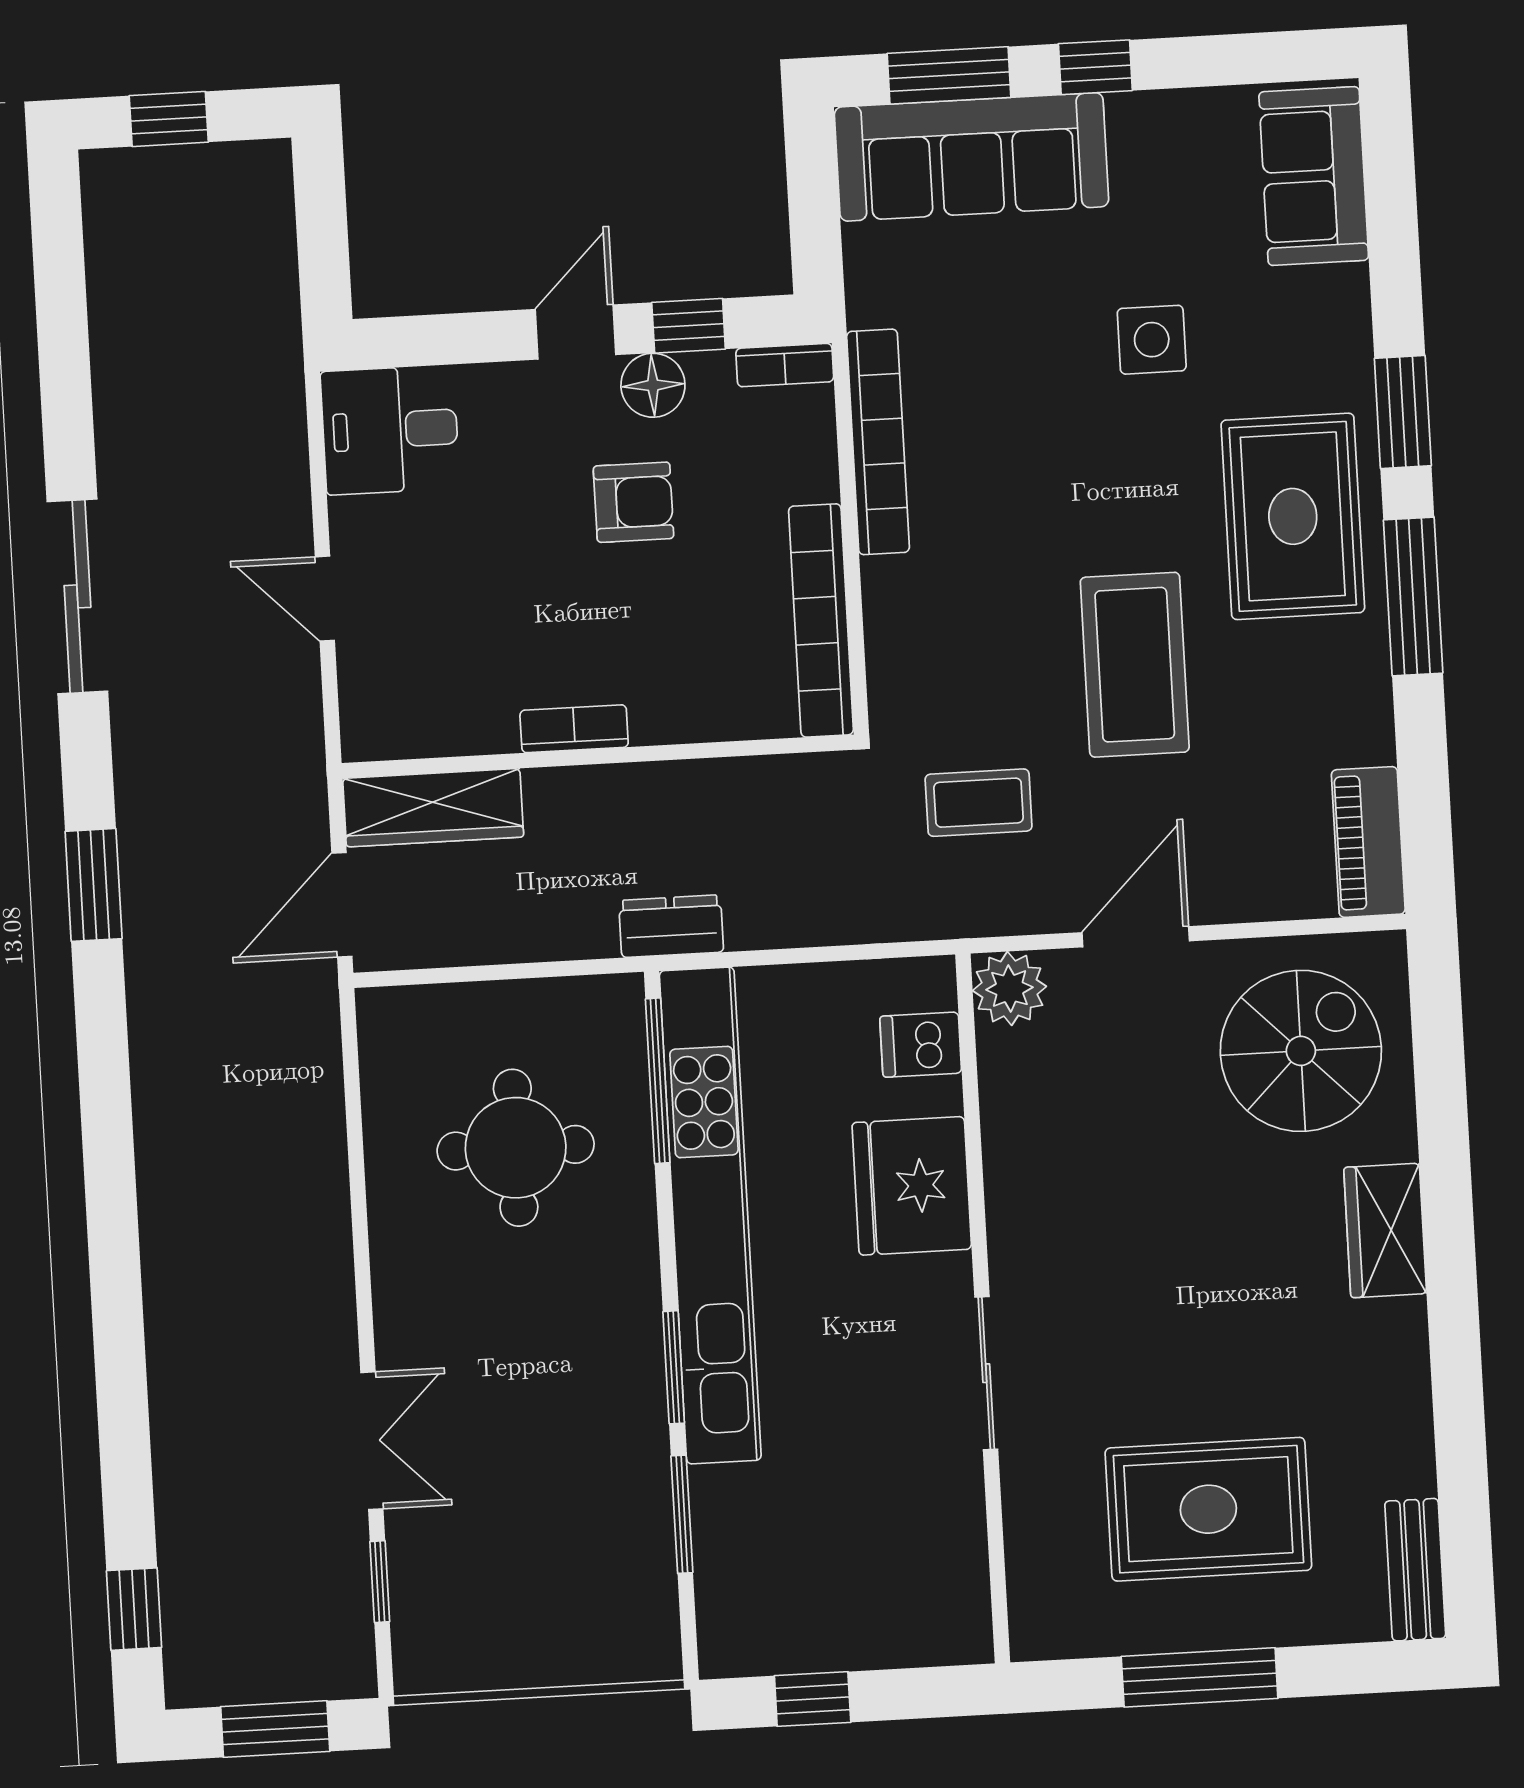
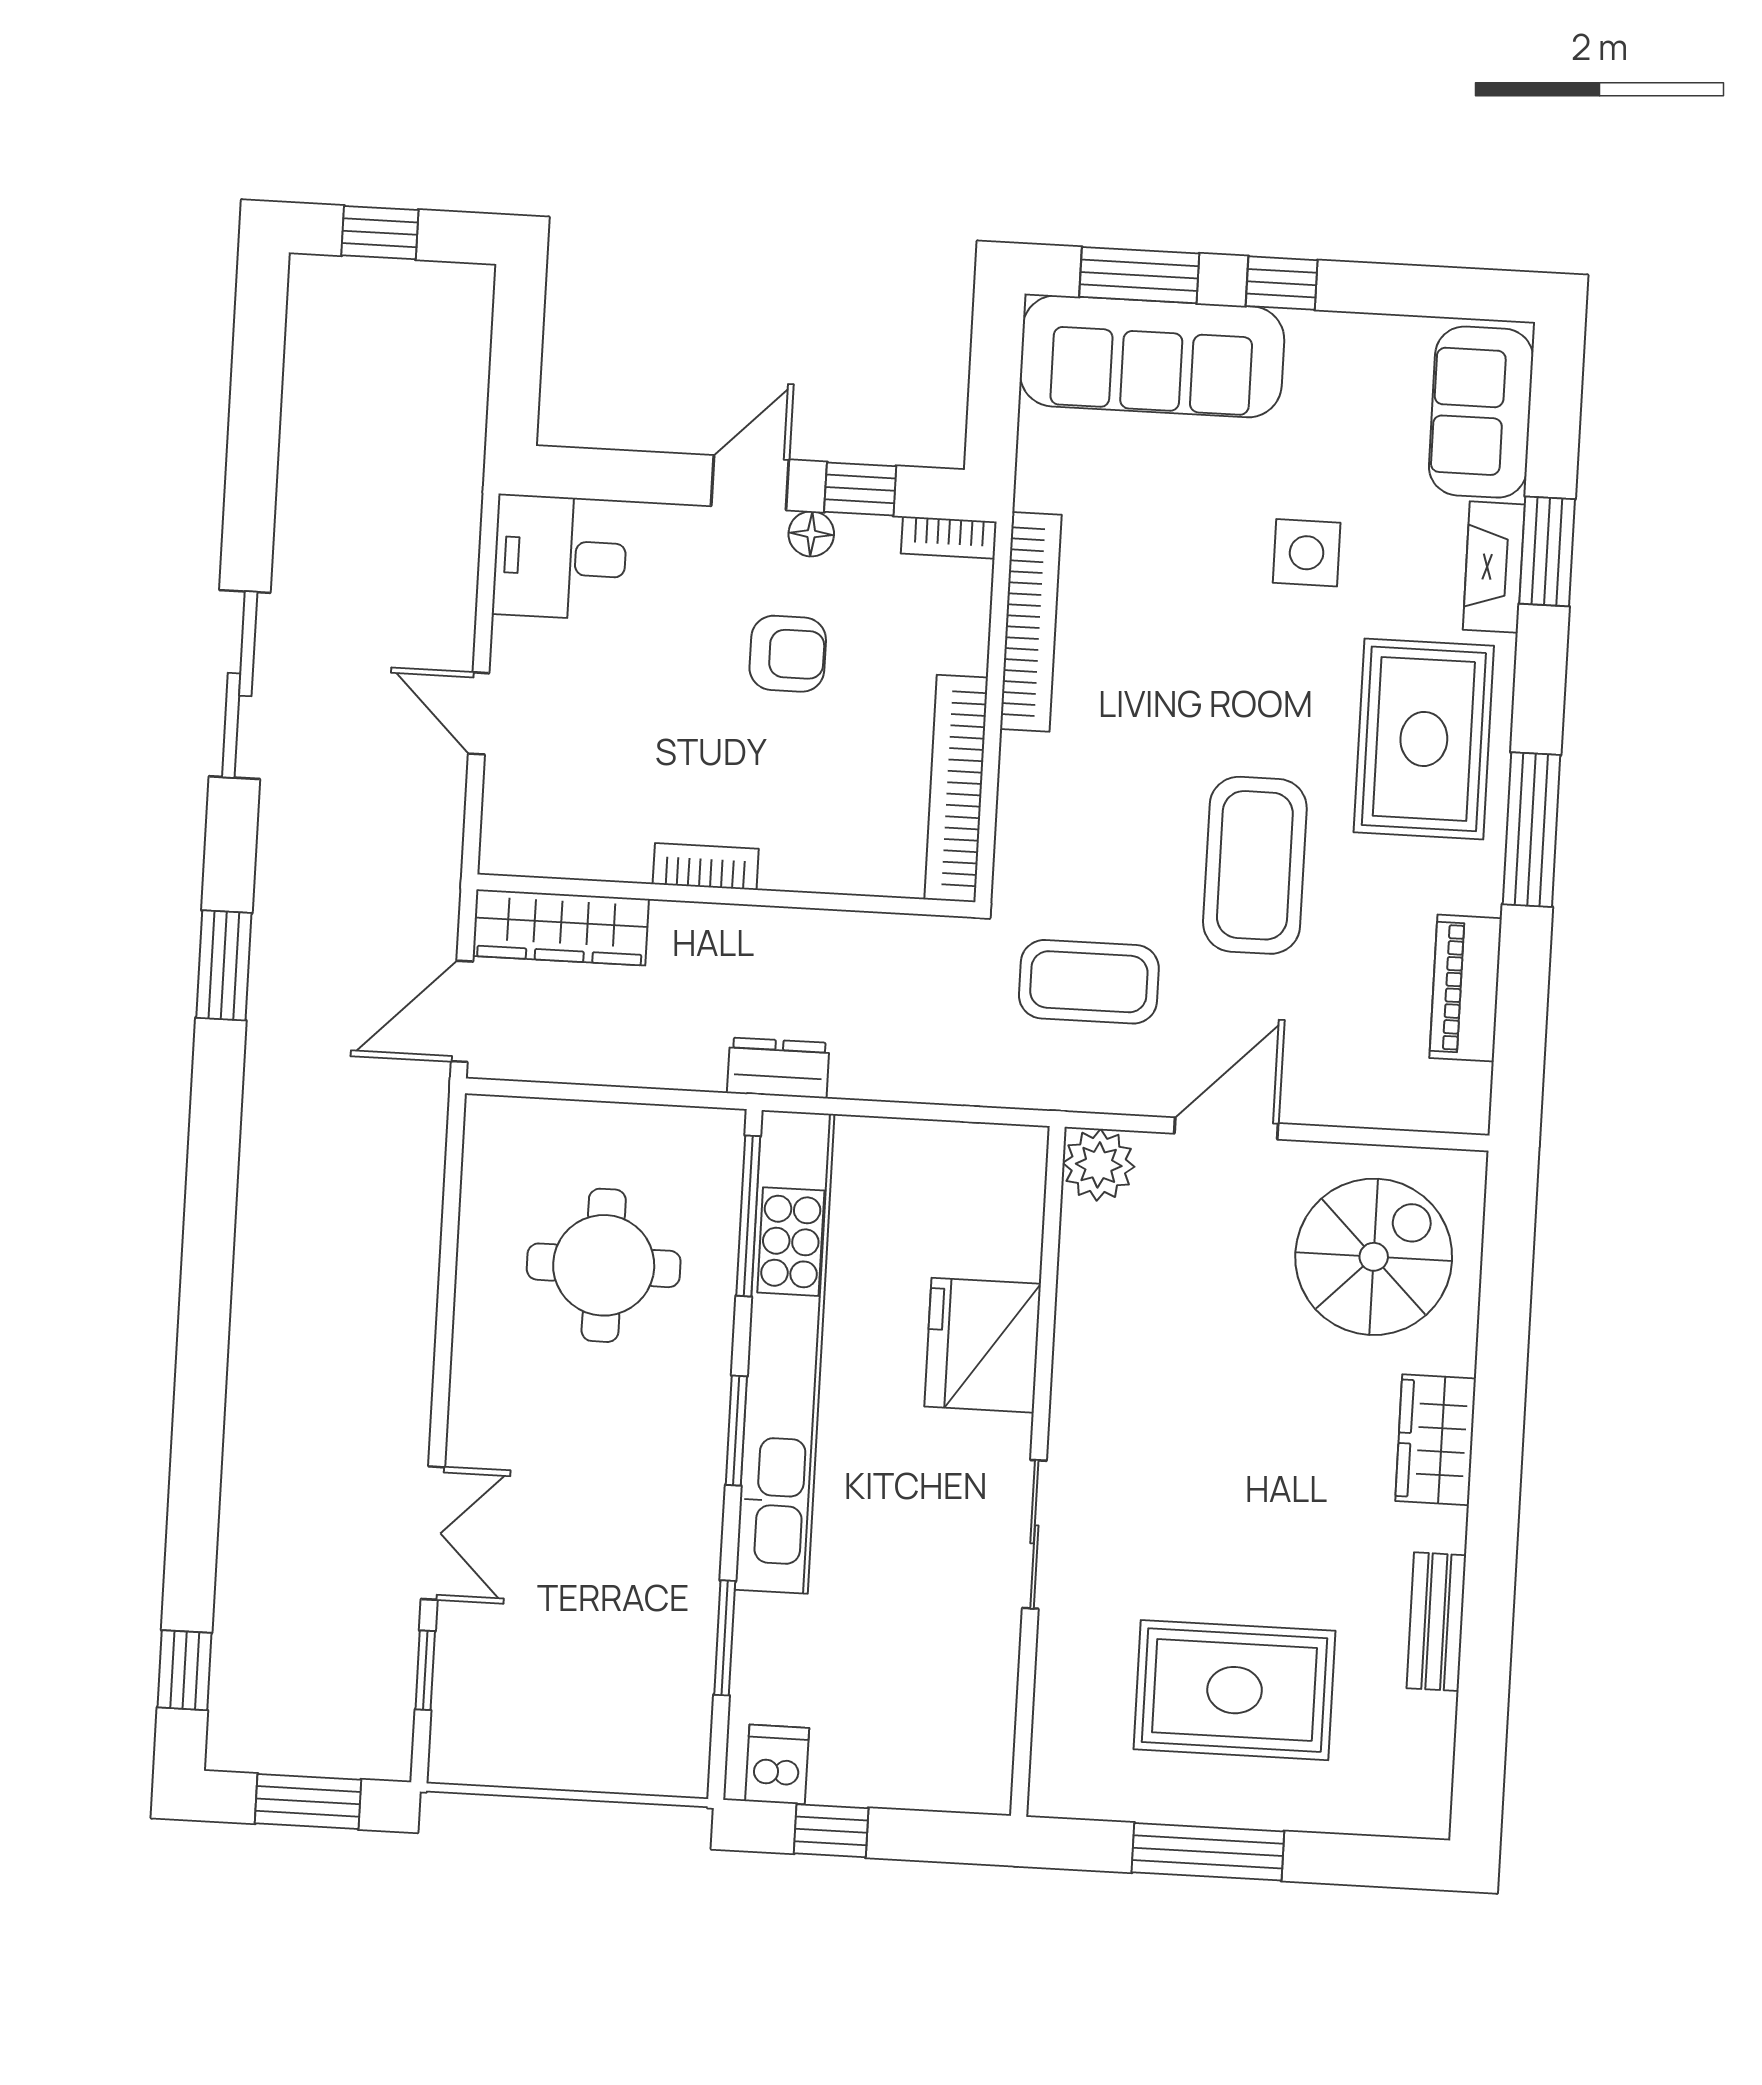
fireplace: (1345, 333) -> (1494, 567), added
floor lamp: (653, 385) -> (811, 534), width x0.73, depth x0.73
window: (1403, 412) -> (1547, 551), moved
coffee table: (979, 803) -> (1089, 982), width x1.36, depth x1.30
piano: (1368, 842) -> (1466, 988), moved
dishwasher: (921, 1045) -> (777, 1764), moved, turned 90
window: (674, 1367) -> (736, 1431), moved
bench: (1415, 1570) -> (1436, 1622), moved

